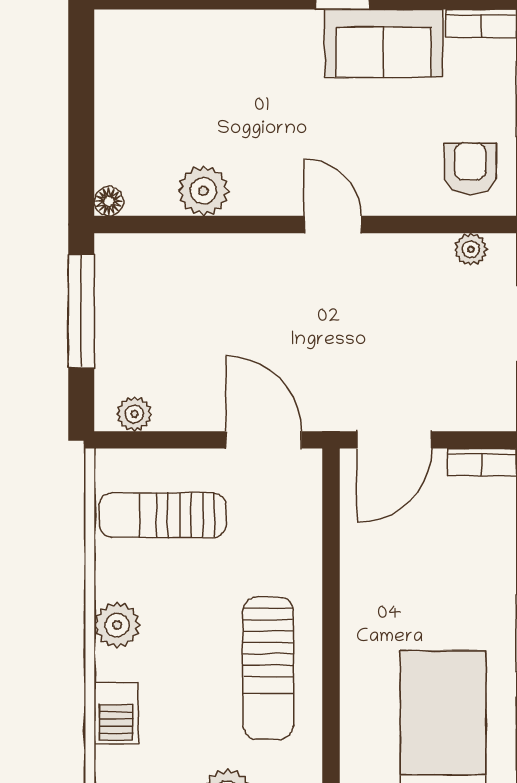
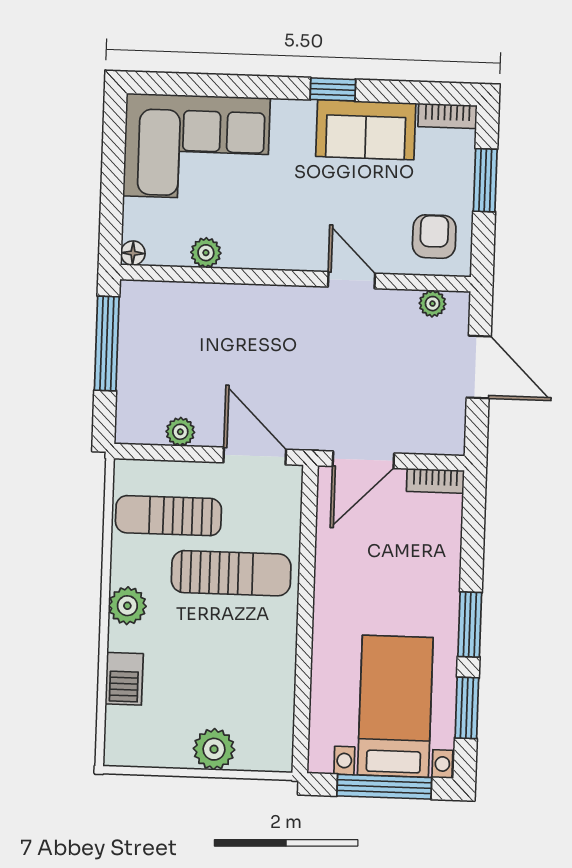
corner sofa: (181, 71) -> (196, 147), added
plant: (203, 191) -> (206, 253), width x0.73, depth x0.73
door: (333, 225) -> (351, 280), moved
plant: (134, 414) -> (180, 432), moved
sun lounger: (268, 668) -> (231, 573), moved, turned -90

